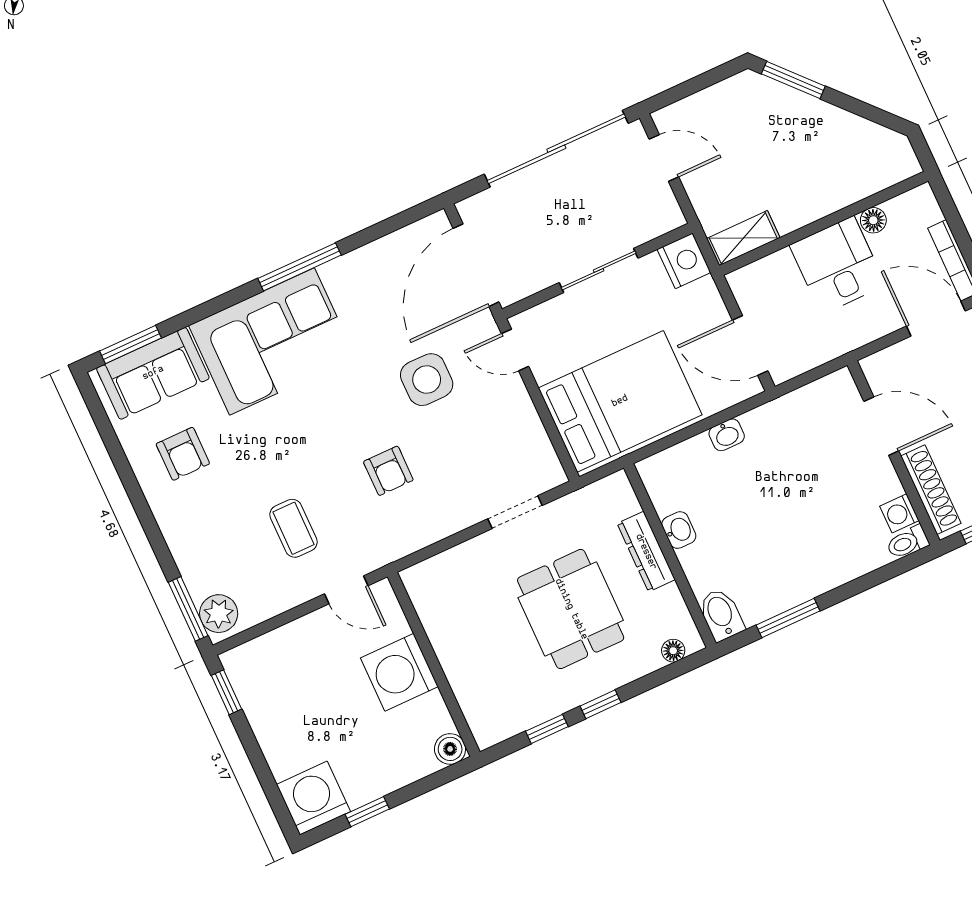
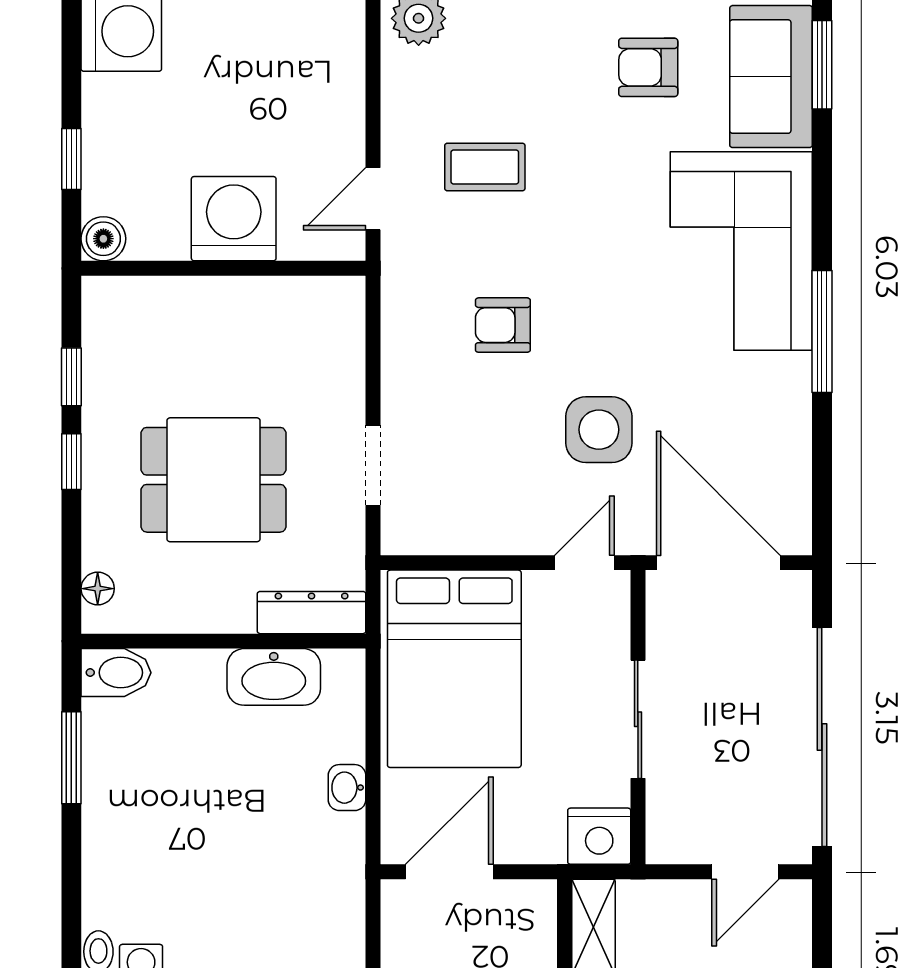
washbasin: (679, 530) -> (274, 677), width x1.91, depth x1.45
dresser: (646, 552) -> (312, 613), moved
window: (367, 812) -> (71, 159), moved

